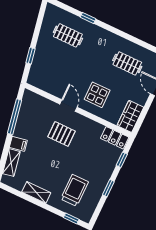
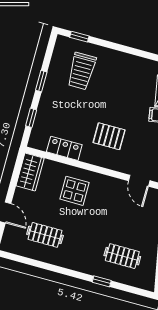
door: (68, 106) -> (139, 181), moved
locker: (115, 138) -> (64, 148), moved
shelving: (36, 192) -> (127, 61), removed

